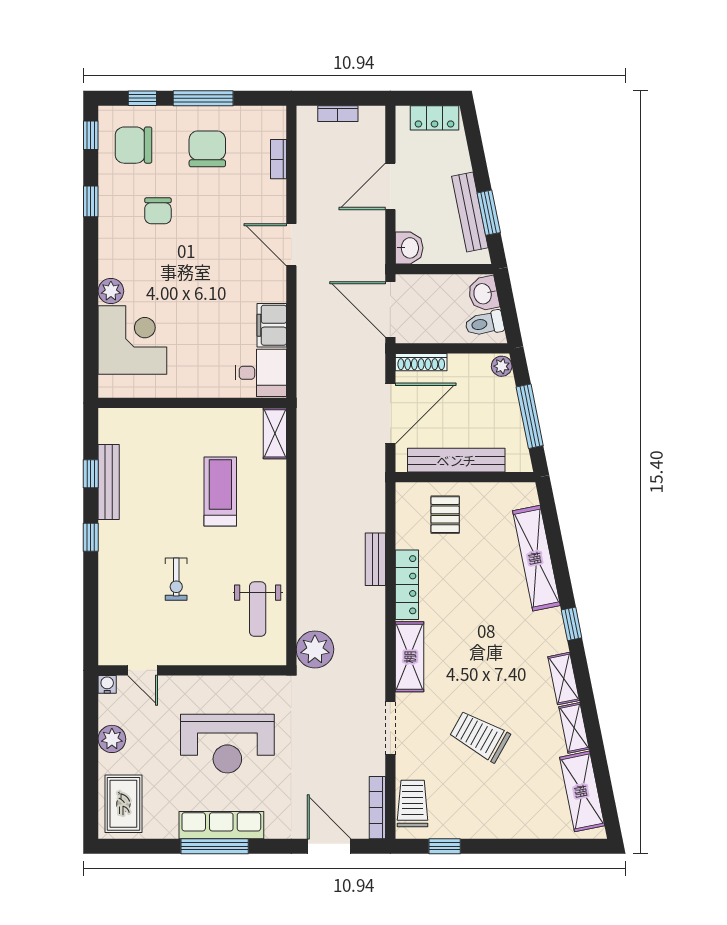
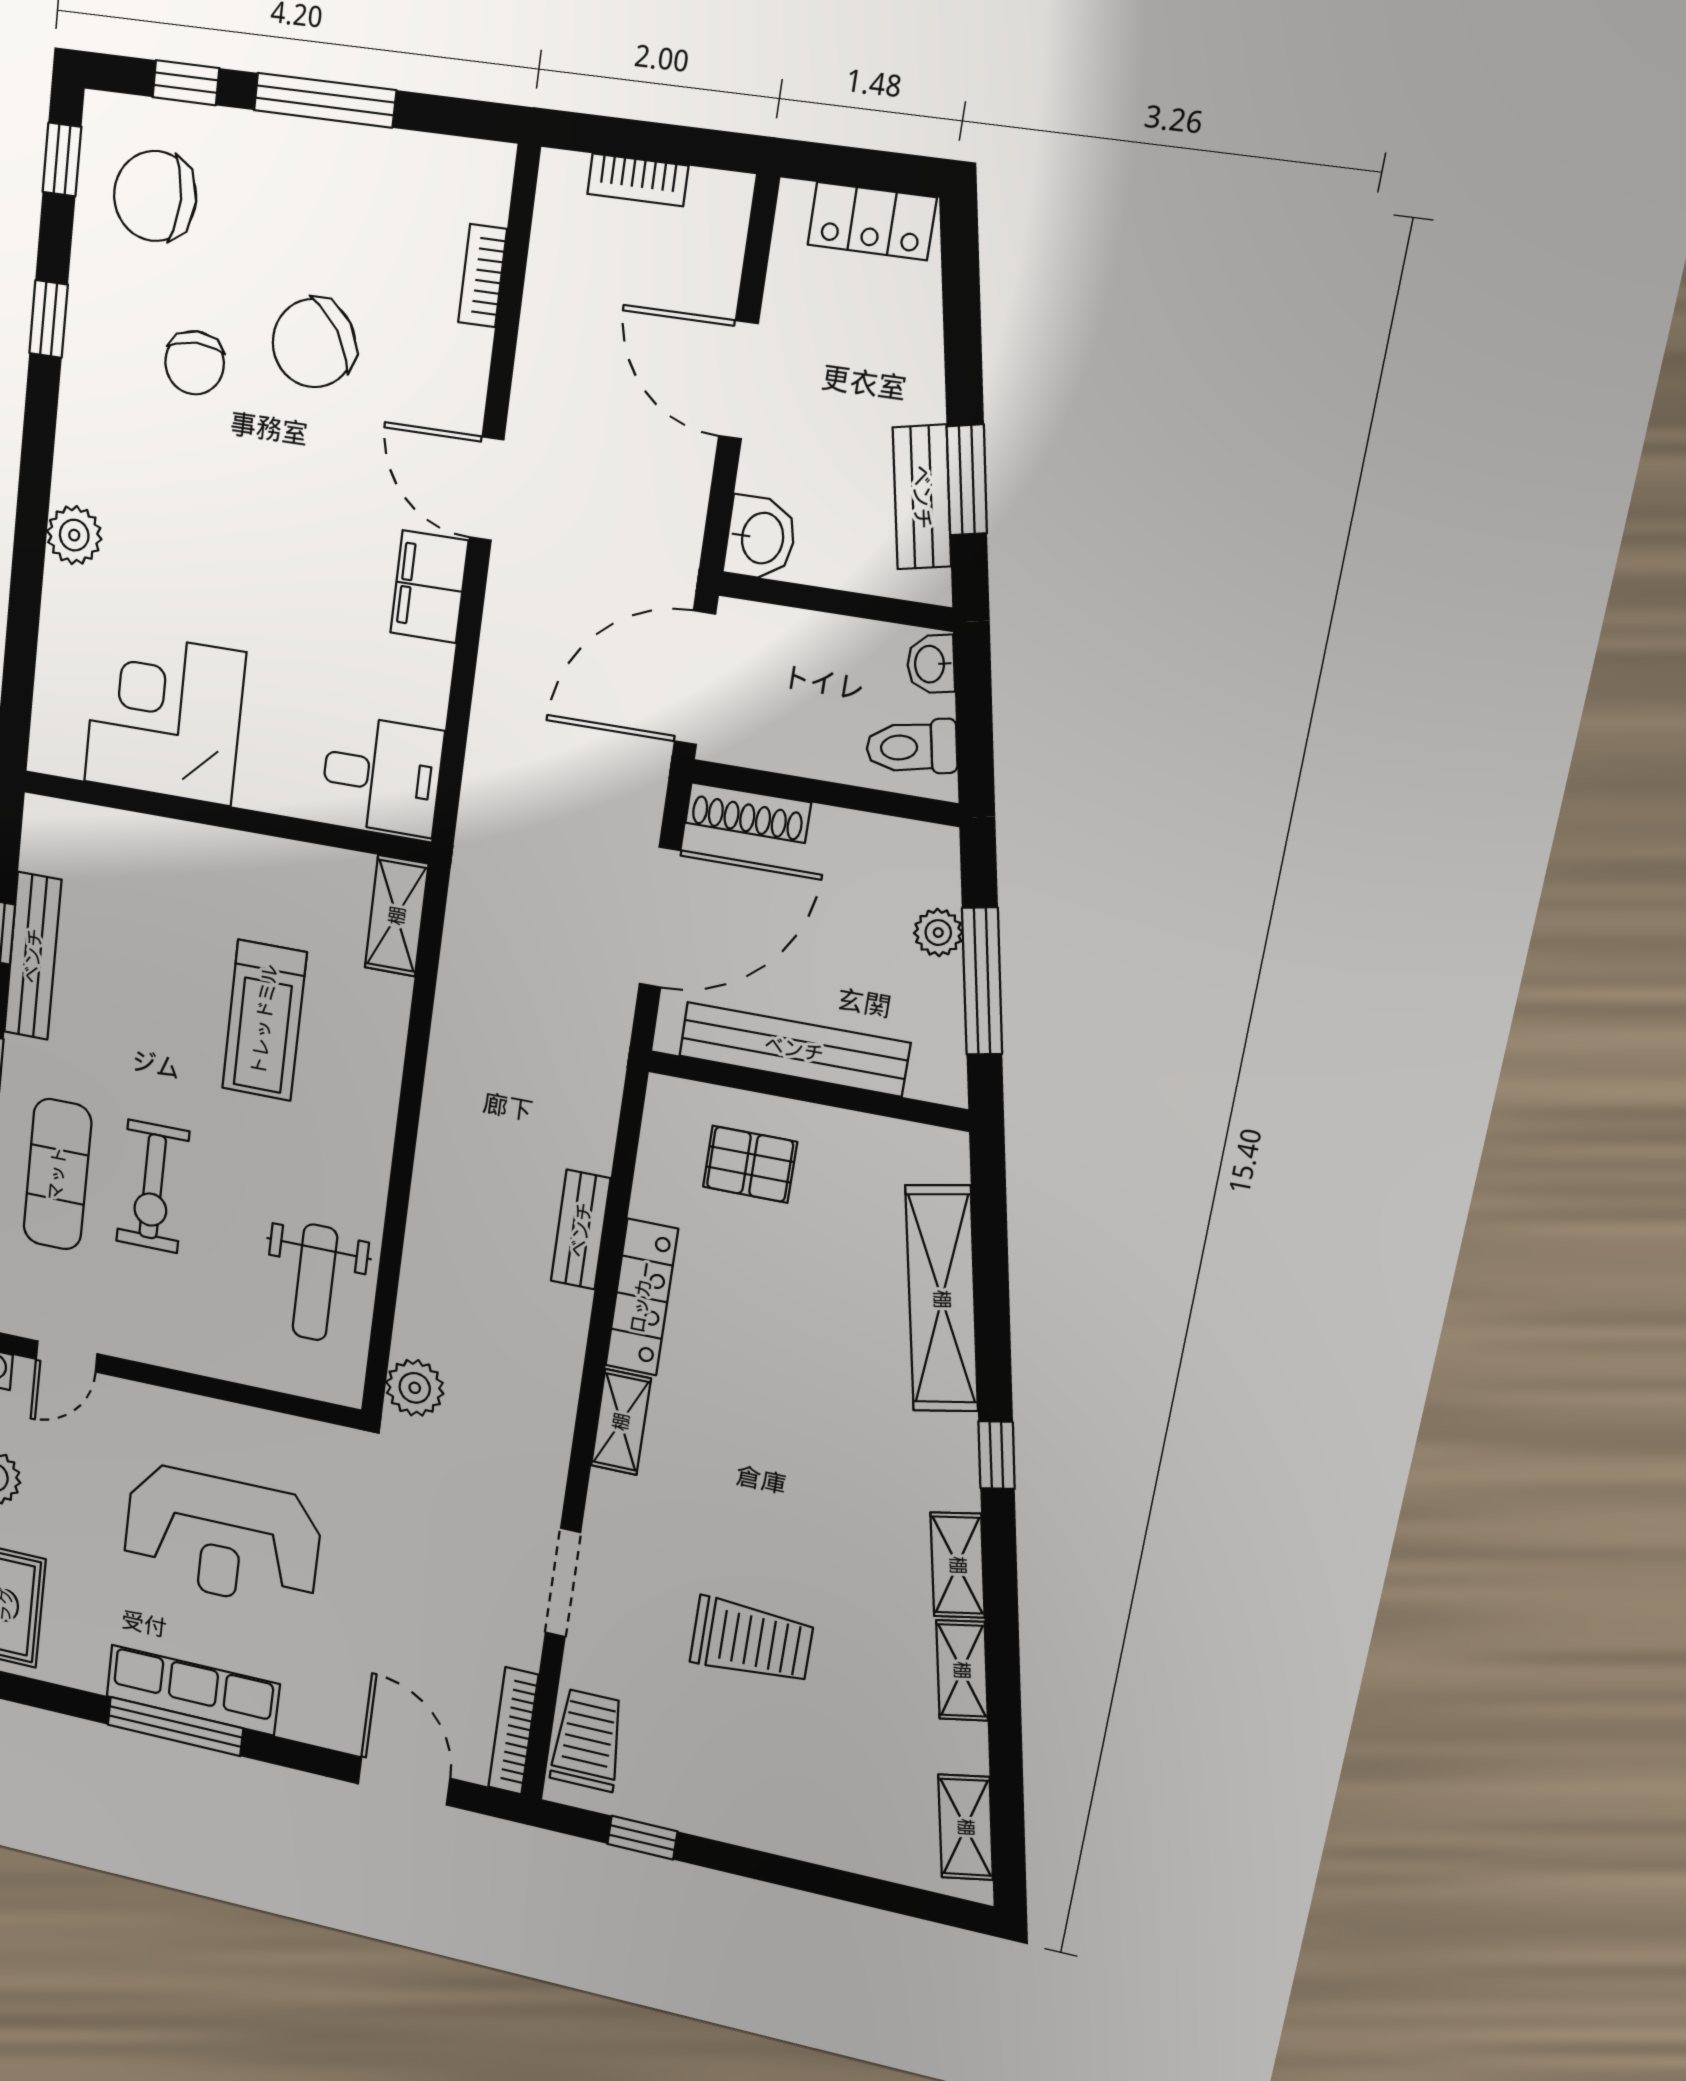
chair: (207, 149) -> (314, 343), moved, turned -124
door: (390, 186) -> (738, 380), hinge flipped
bench: (470, 212) -> (922, 497), width x0.73
washbasin: (483, 294) -> (931, 664), width x0.72, depth x0.69
door: (390, 309) -> (695, 678), hinge flipped
filing cabinet: (272, 325) -> (429, 587), moved
corner desk: (132, 340) -> (165, 717), moved, turned -90
plant: (502, 366) -> (938, 933), moved
treadmill: (220, 491) -> (264, 1020), turned 180
pallet: (445, 515) -> (750, 1164), turned 90
exercise bike: (176, 579) -> (153, 1186), width x1.38, depth x1.39
exercise mat: (130, 583) -> (57, 1174), added
plant: (315, 649) -> (415, 1388), width x0.73, depth x0.73
shelving: (409, 657) -> (621, 1422), width x0.67, depth x0.75
door: (143, 670) -> (67, 1356), hinge flipped
trolley: (480, 736) -> (752, 1641), turned 151
shelving: (582, 791) -> (966, 1827), width x0.67, depth x0.75

